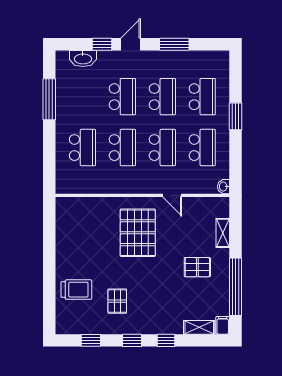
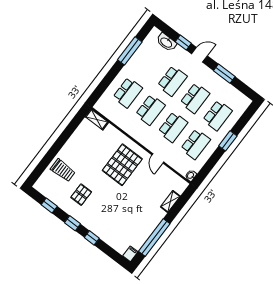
pallet: (197, 267) -> (141, 210), removed
shelving: (199, 327) -> (97, 119), moved

